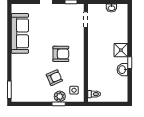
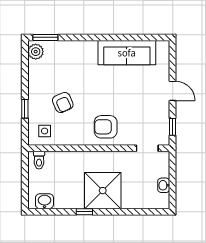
shower: (121, 50) -> (103, 191), width x1.86, depth x1.86
armchair: (61, 54) -> (106, 127), moved, turned 90
washbasin: (122, 70) -> (44, 201), moved
plant: (60, 96) -> (36, 52), moved

